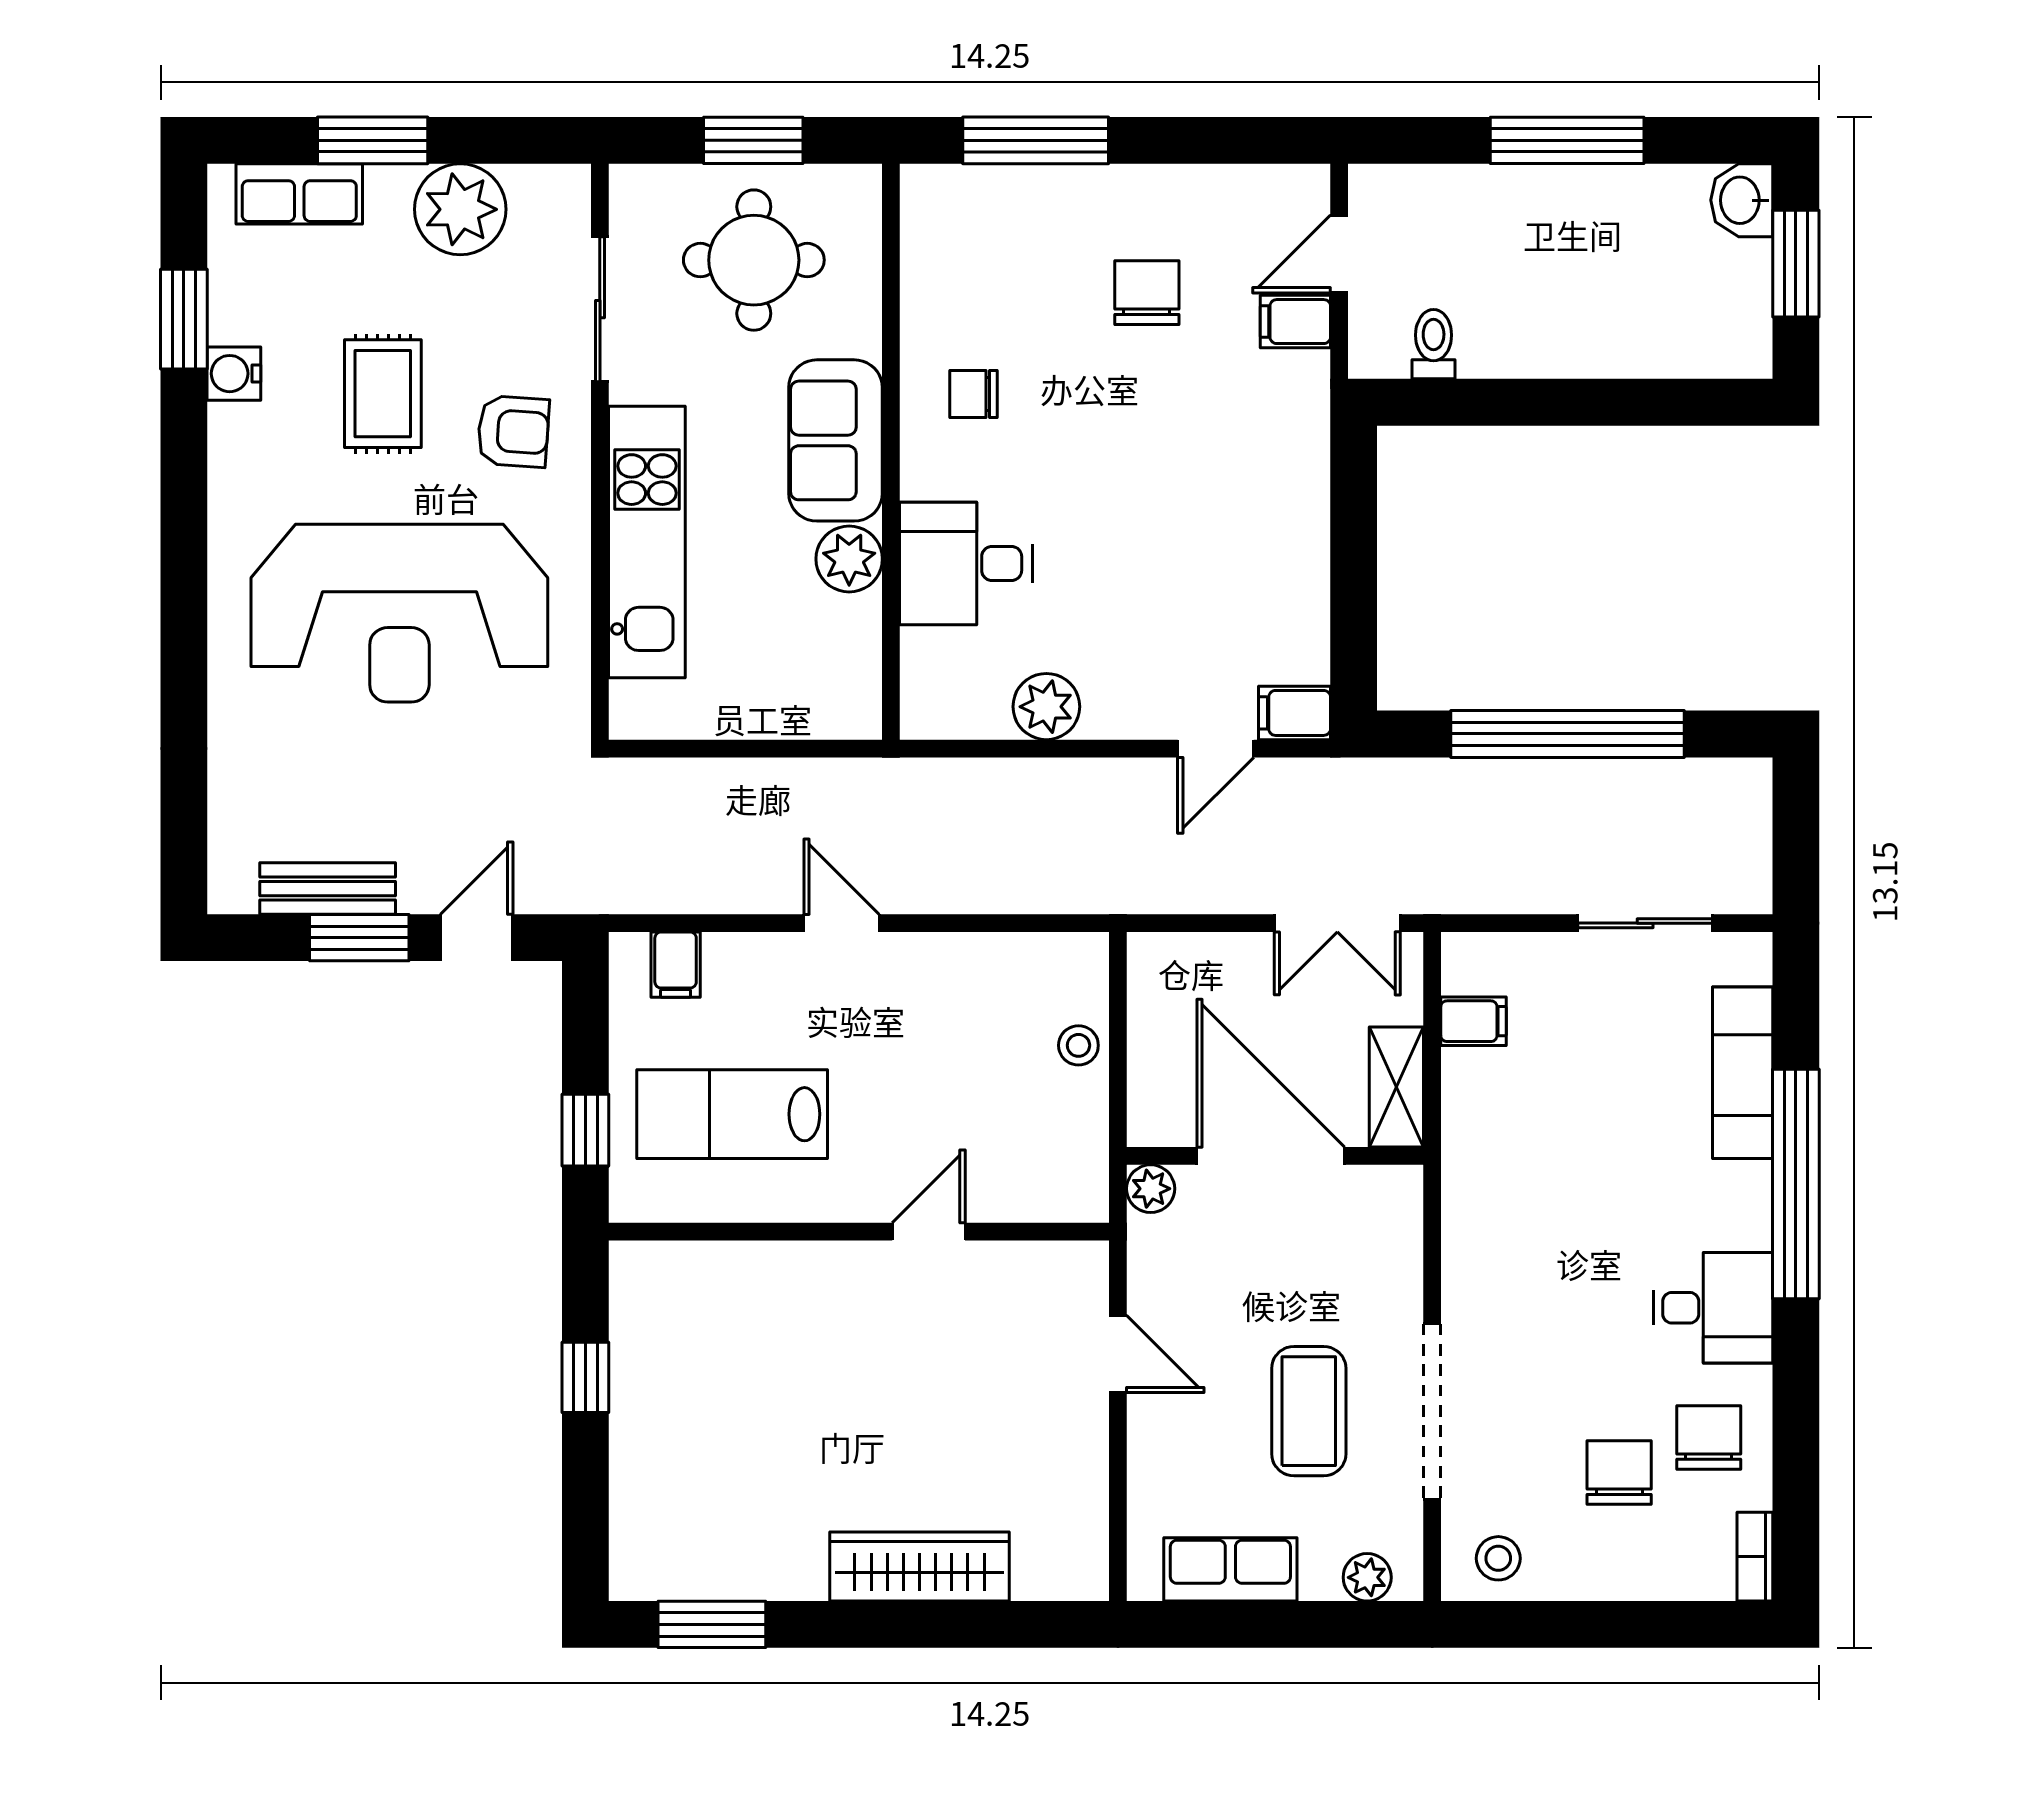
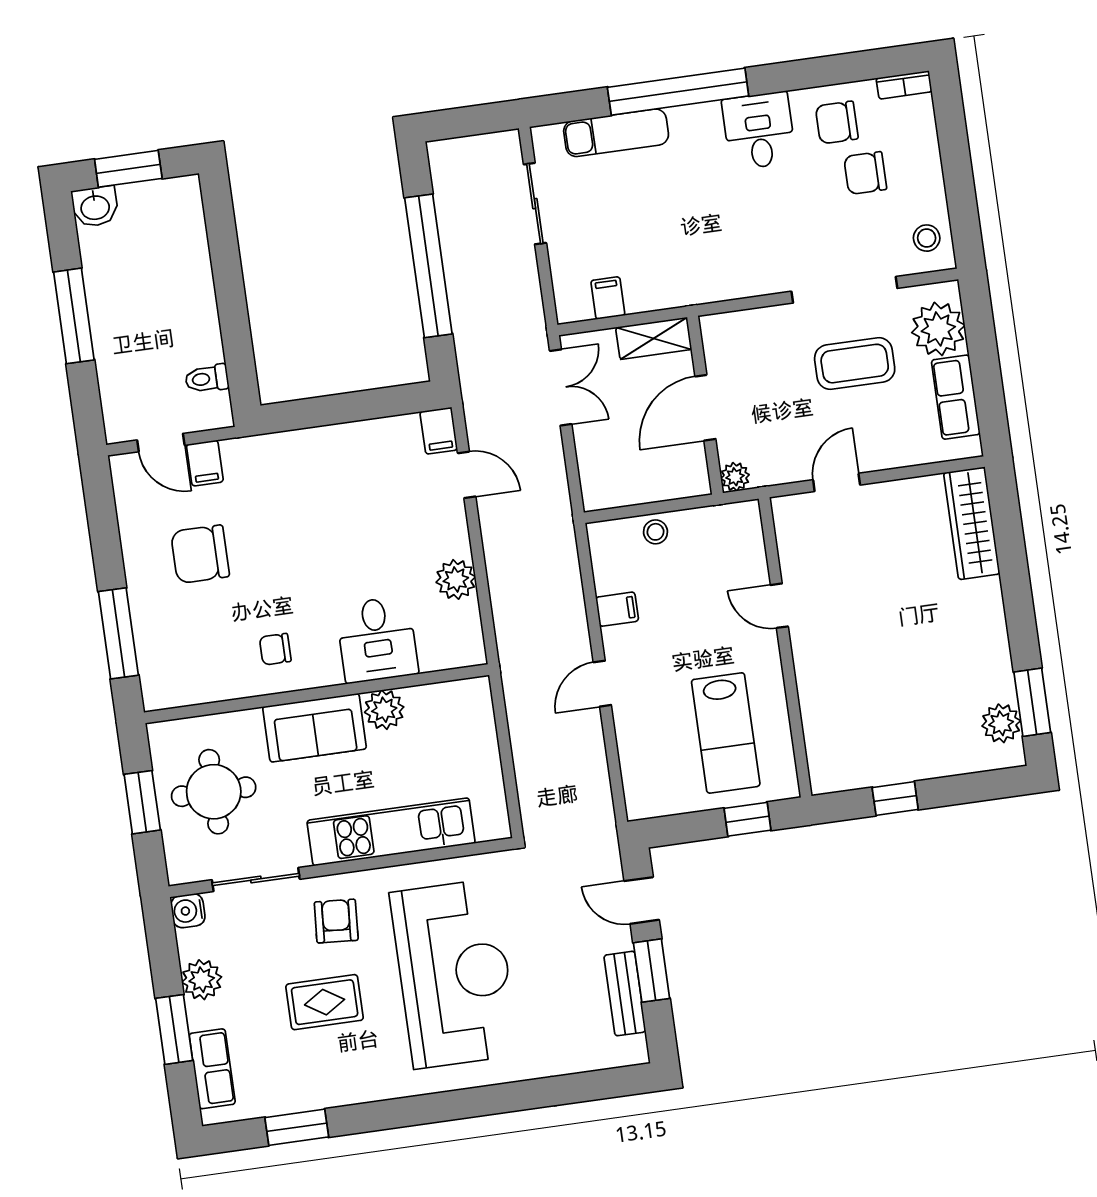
plant: (460, 209) -> (202, 980), width x0.73, depth x0.73
chair: (1147, 293) -> (200, 554), width x1.37, depth x1.37
water cooler: (234, 374) -> (188, 911), moved, turned 90
chair: (974, 394) -> (275, 649), turned 90
filing cabinet: (676, 965) -> (617, 609), moved
door: (1271, 1156) -> (705, 408), width x0.73
wardrobe: (920, 1567) -> (972, 523), moved
plant: (684, 1569) -> (1001, 723), added
plant: (1367, 1577) -> (938, 329), width x1.88, depth x1.88

